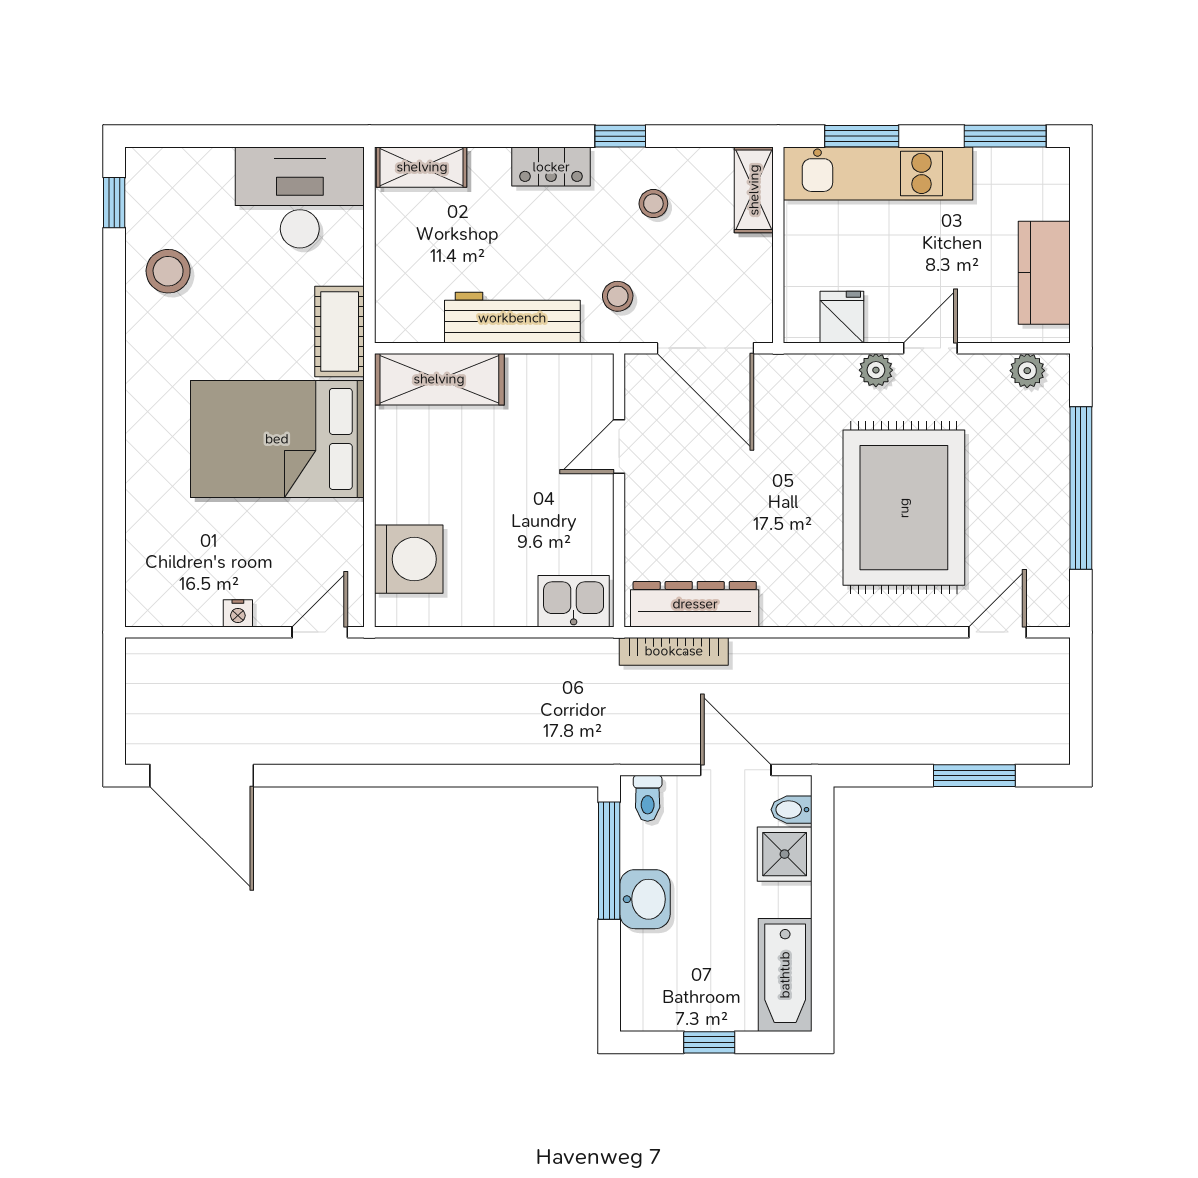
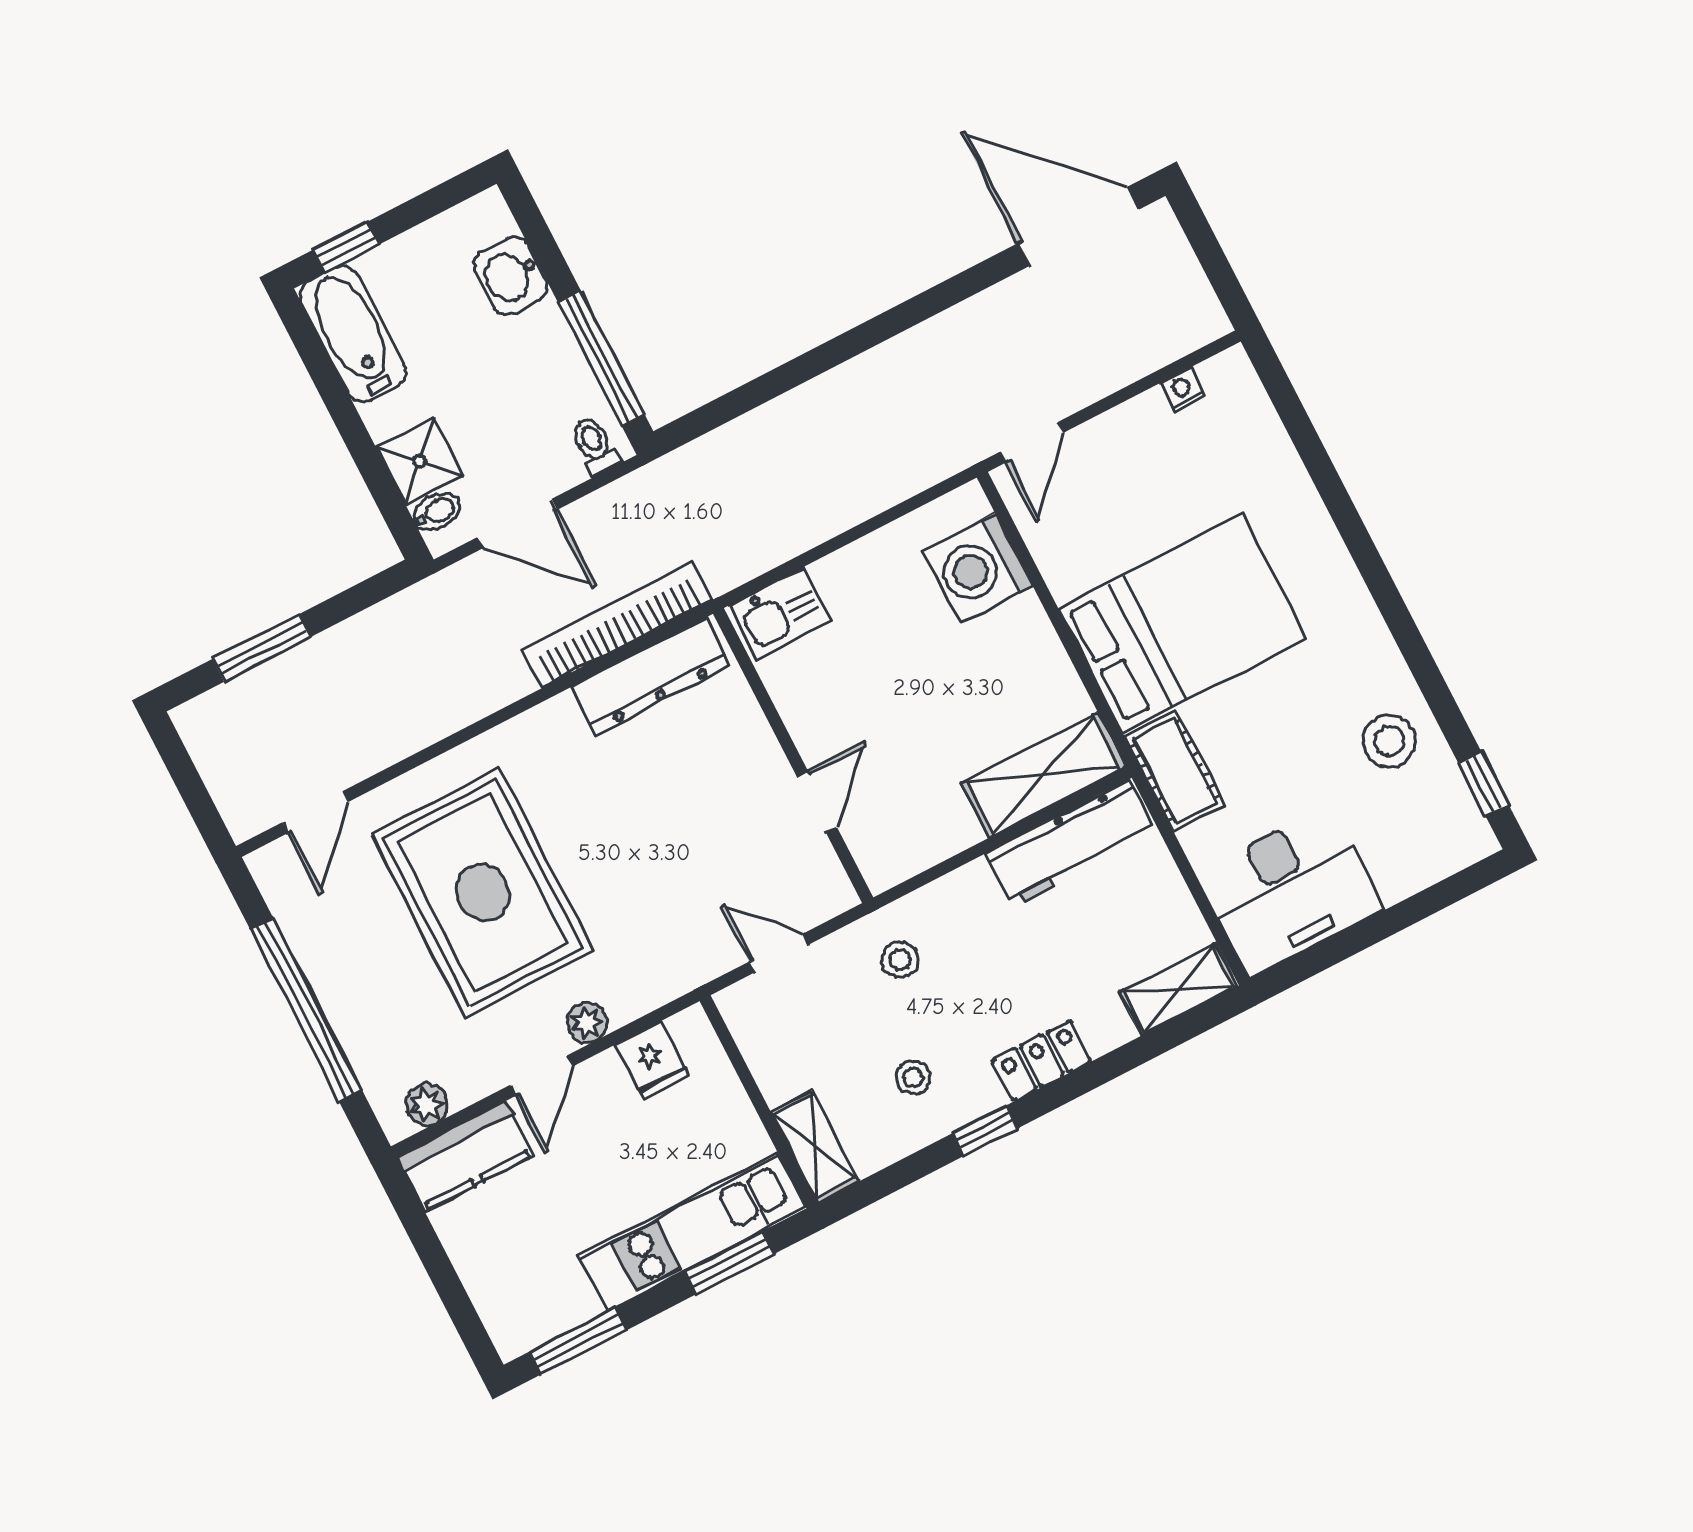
kitchen counter: (1044, 273) -> (465, 1156), moved, turned 90
workbench: (512, 318) -> (1071, 843), moved
door: (705, 348) -> (779, 953), width x0.53
nightstand: (238, 613) -> (1182, 390), moved
bookcase: (674, 651) -> (617, 625), width x1.48, depth x1.31
washbasin: (645, 899) -> (510, 275), moved
window: (709, 1042) -> (346, 247), moved

